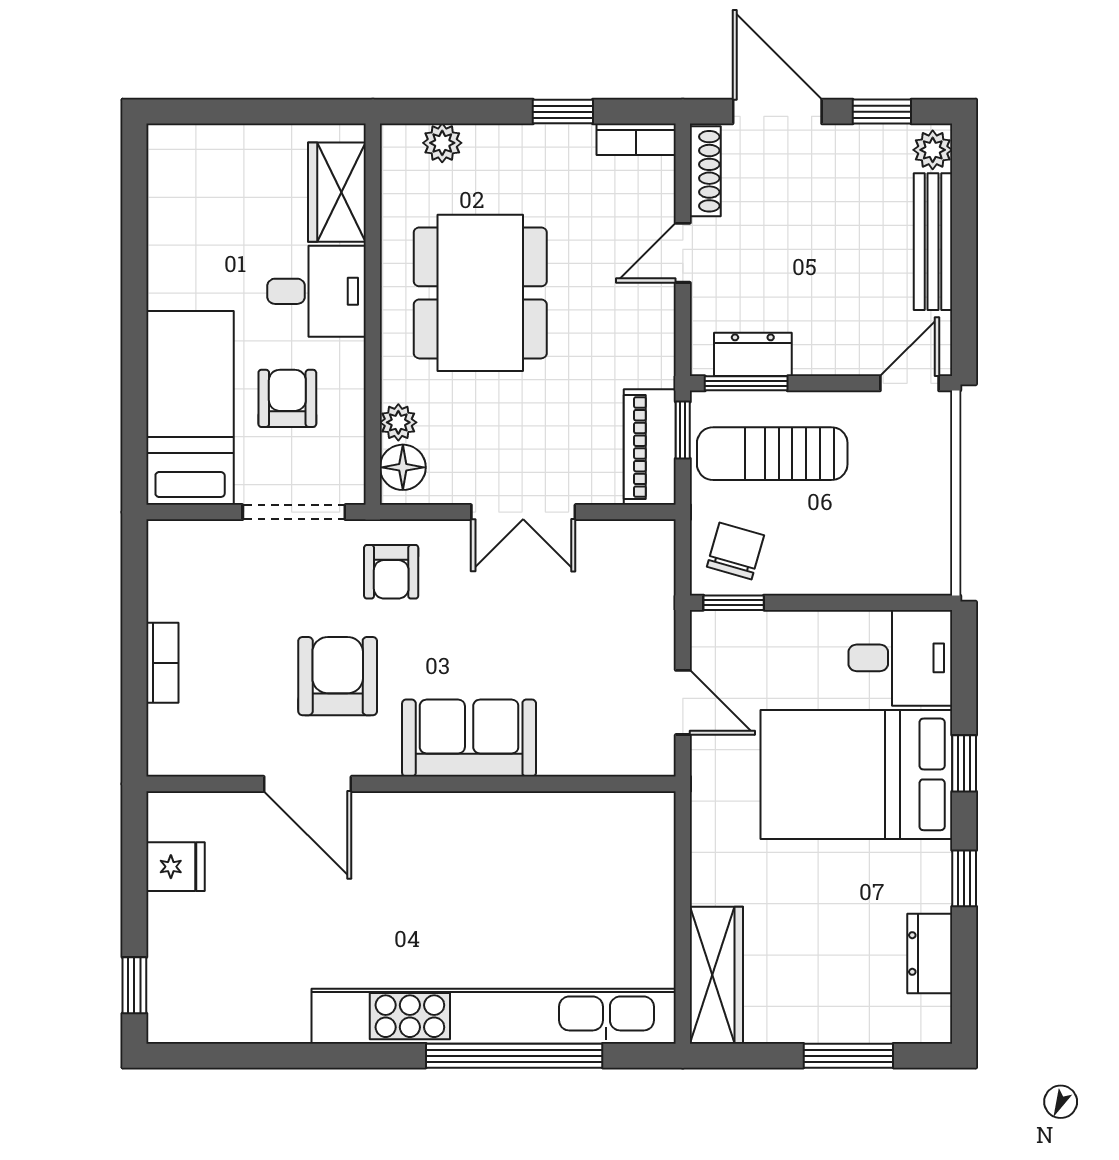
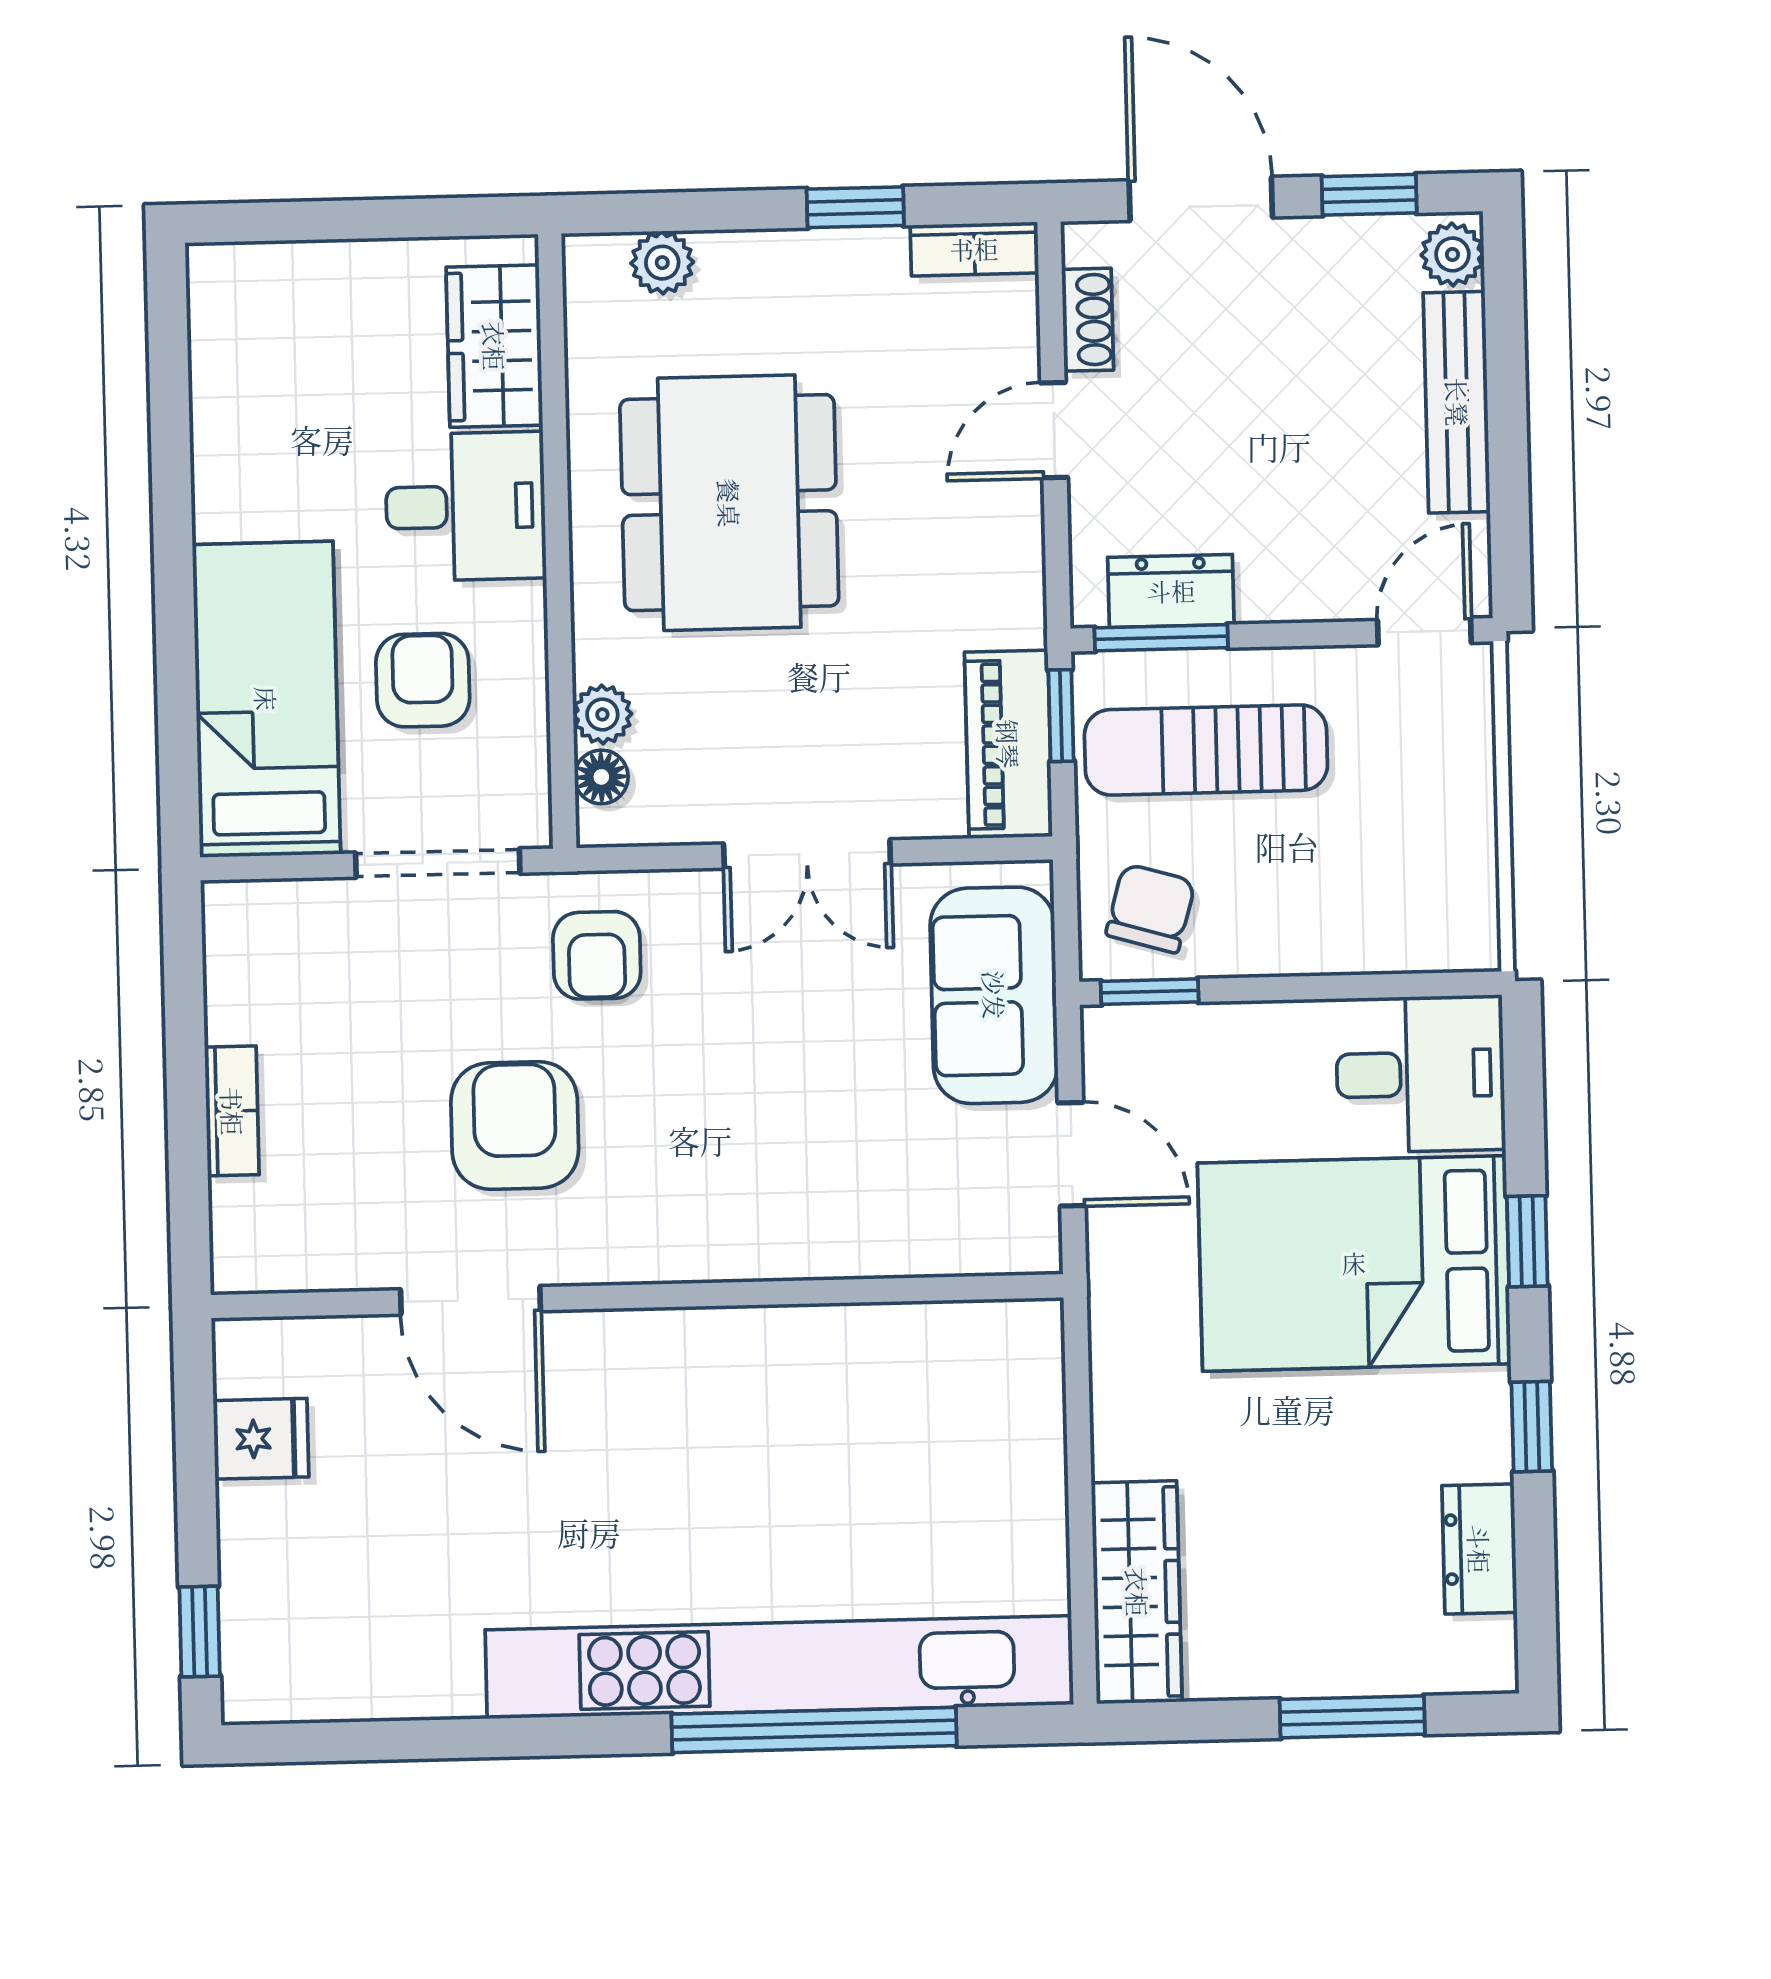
shoe rack: (705, 171) -> (1088, 320), width x0.70
floor lamp: (403, 467) -> (601, 777), width x0.73, depth x0.73
sofa: (469, 738) -> (994, 995), moved, turned -90

